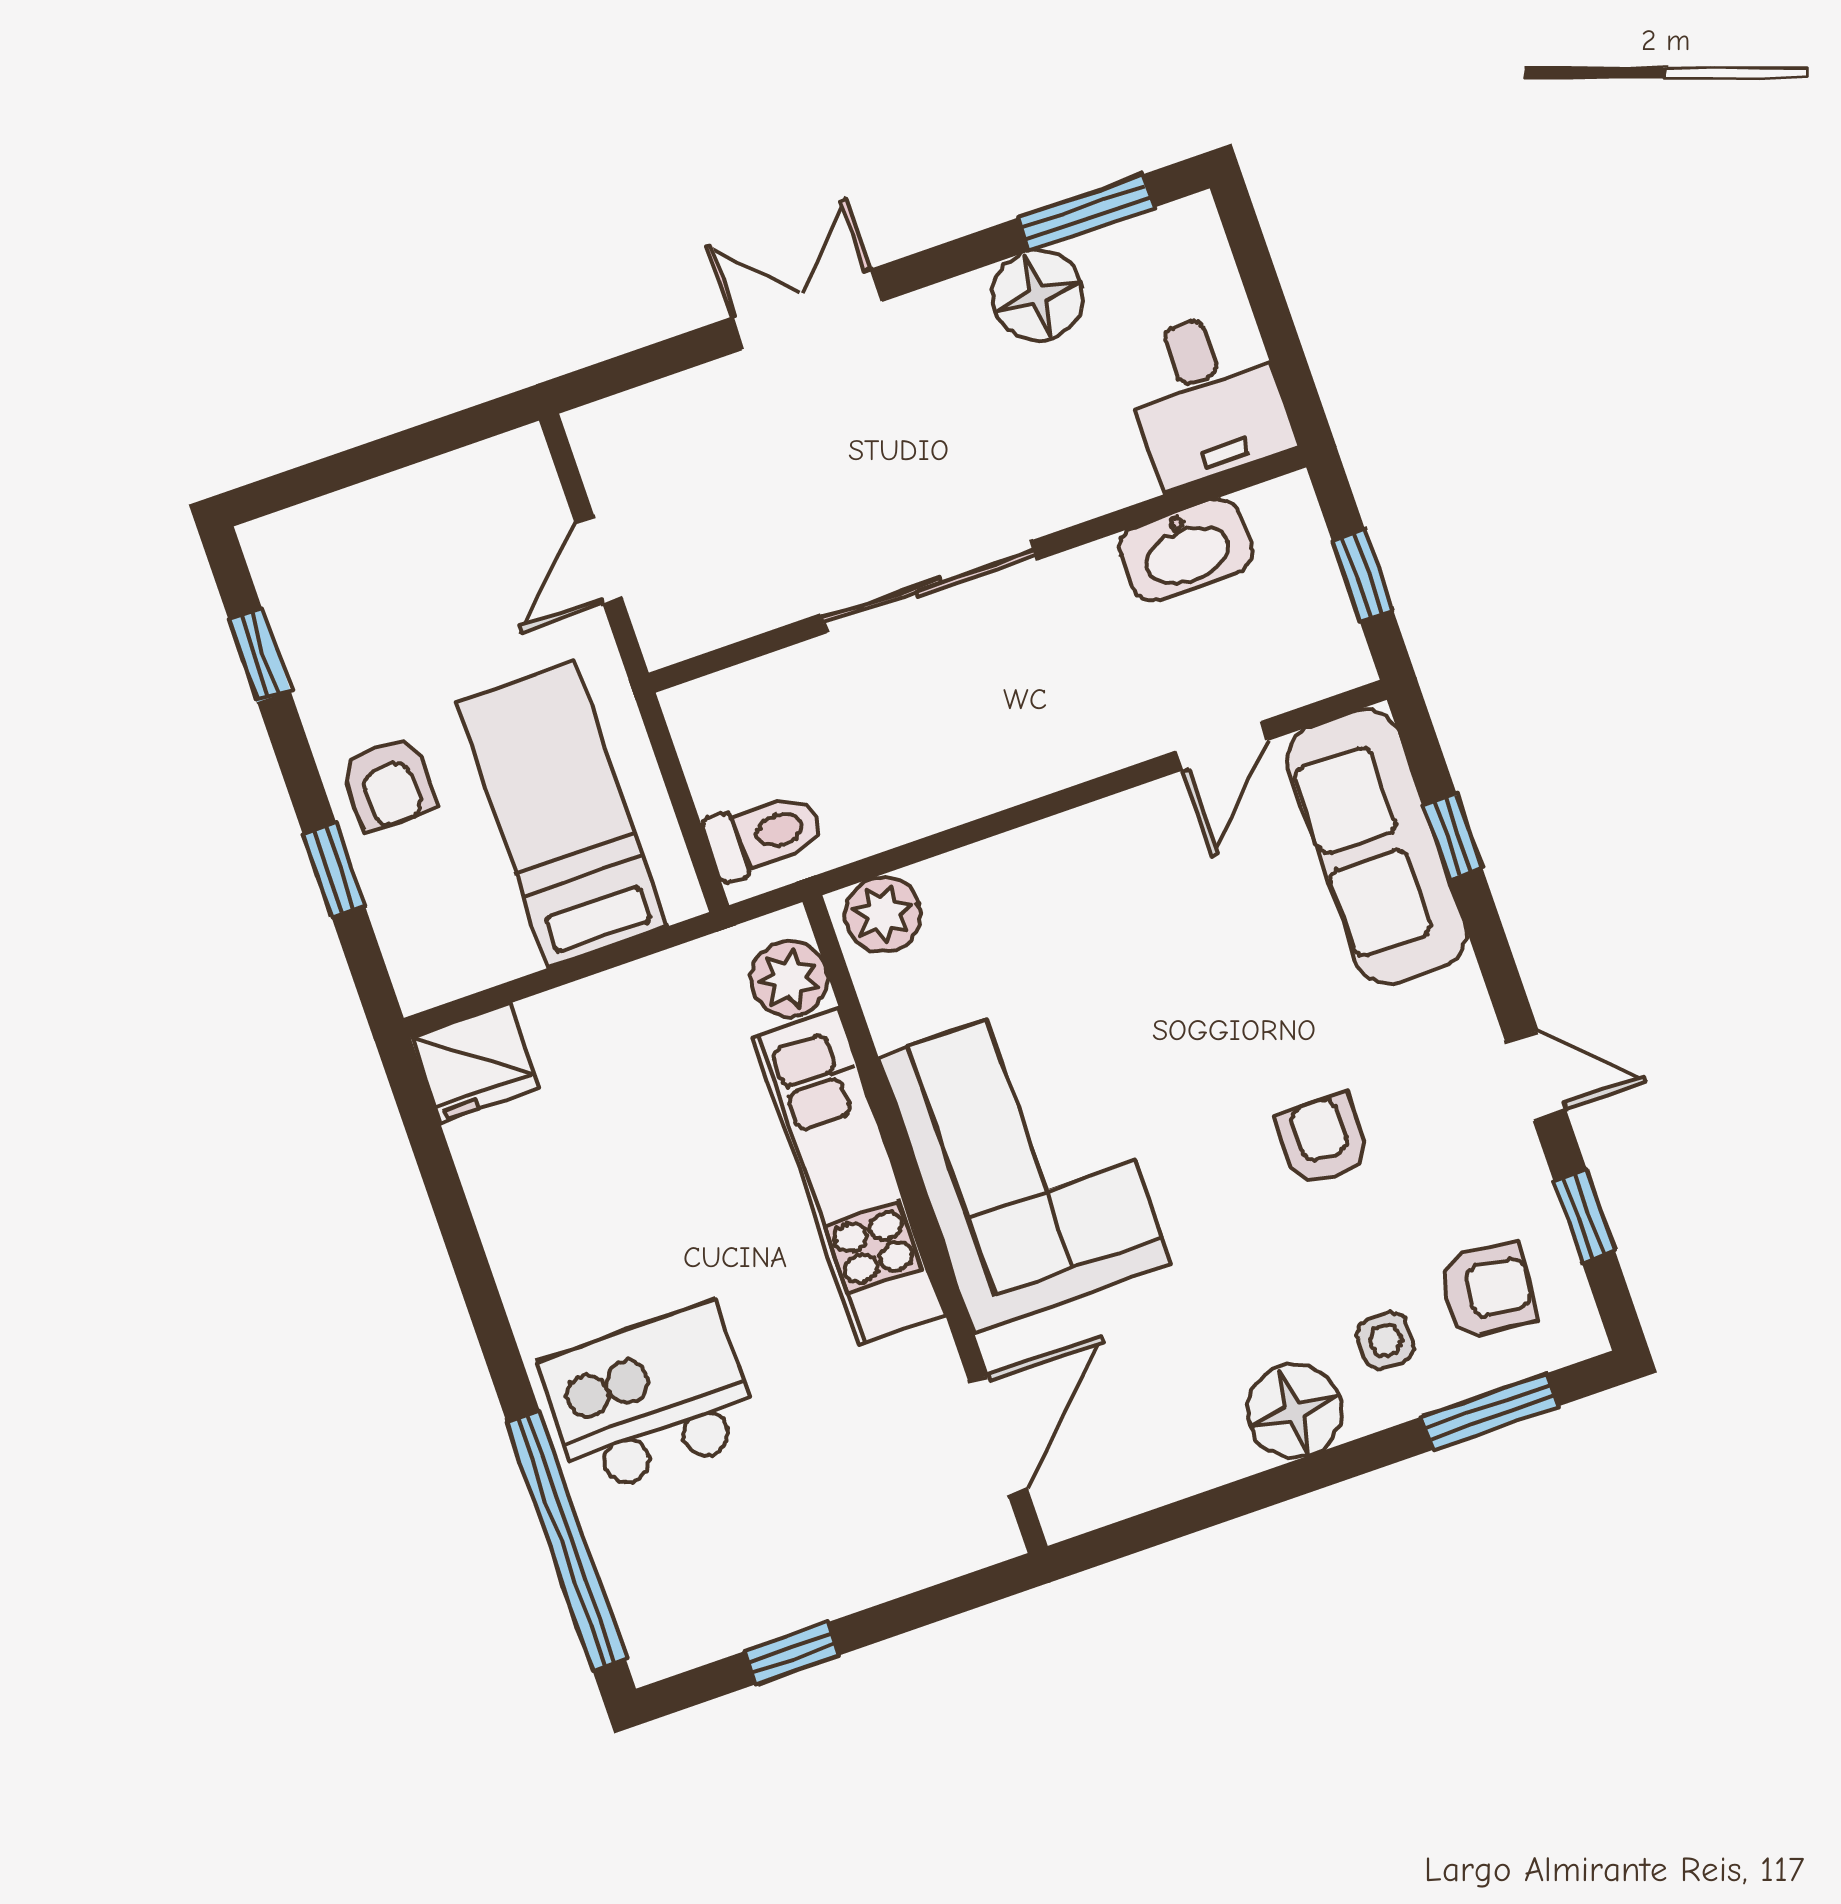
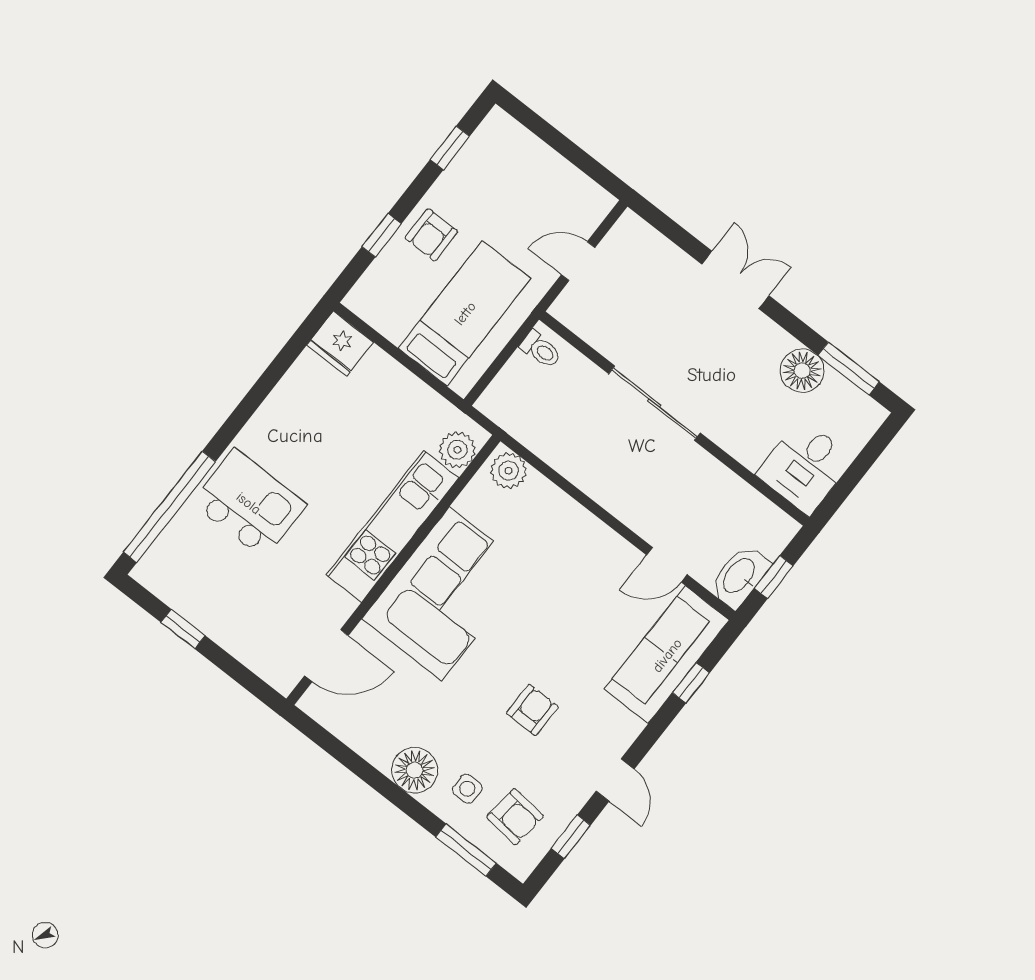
washbasin: (1186, 550) -> (740, 576), moved, turned 90
toilet: (764, 835) -> (541, 350), moved, width x0.73, depth x0.72

